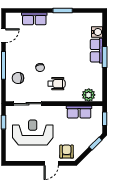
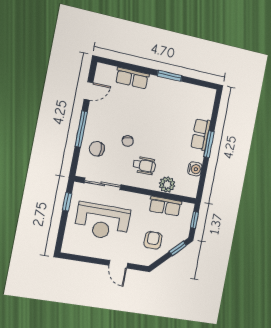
water cooler: (97, 32) -> (195, 169), moved
plant: (89, 95) -> (167, 185), moved
reception desk: (33, 132) -> (102, 222), turned 180
armchair: (67, 152) -> (153, 240), moved
door: (51, 163) -> (118, 264), hinge flipped

